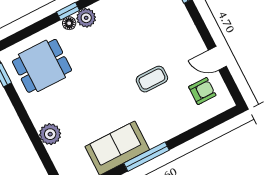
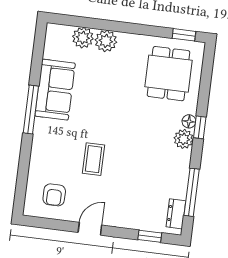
door: (217, 58) -> (90, 229), moved
plant: (60, 154) -> (83, 38), added

